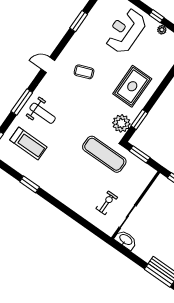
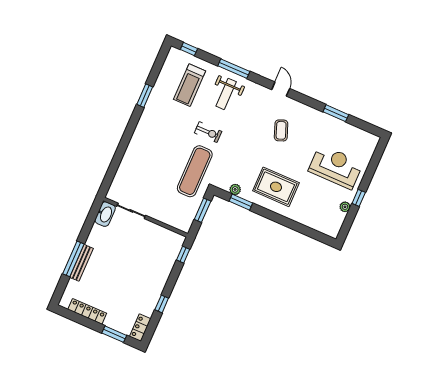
plant: (121, 123) -> (235, 189), width x0.53, depth x0.53
exercise bike: (107, 203) -> (208, 132), moved

